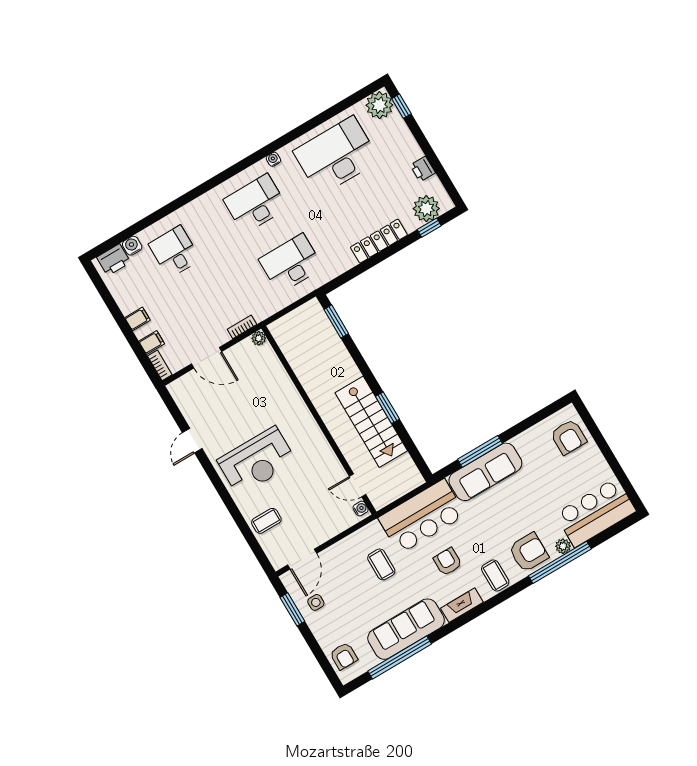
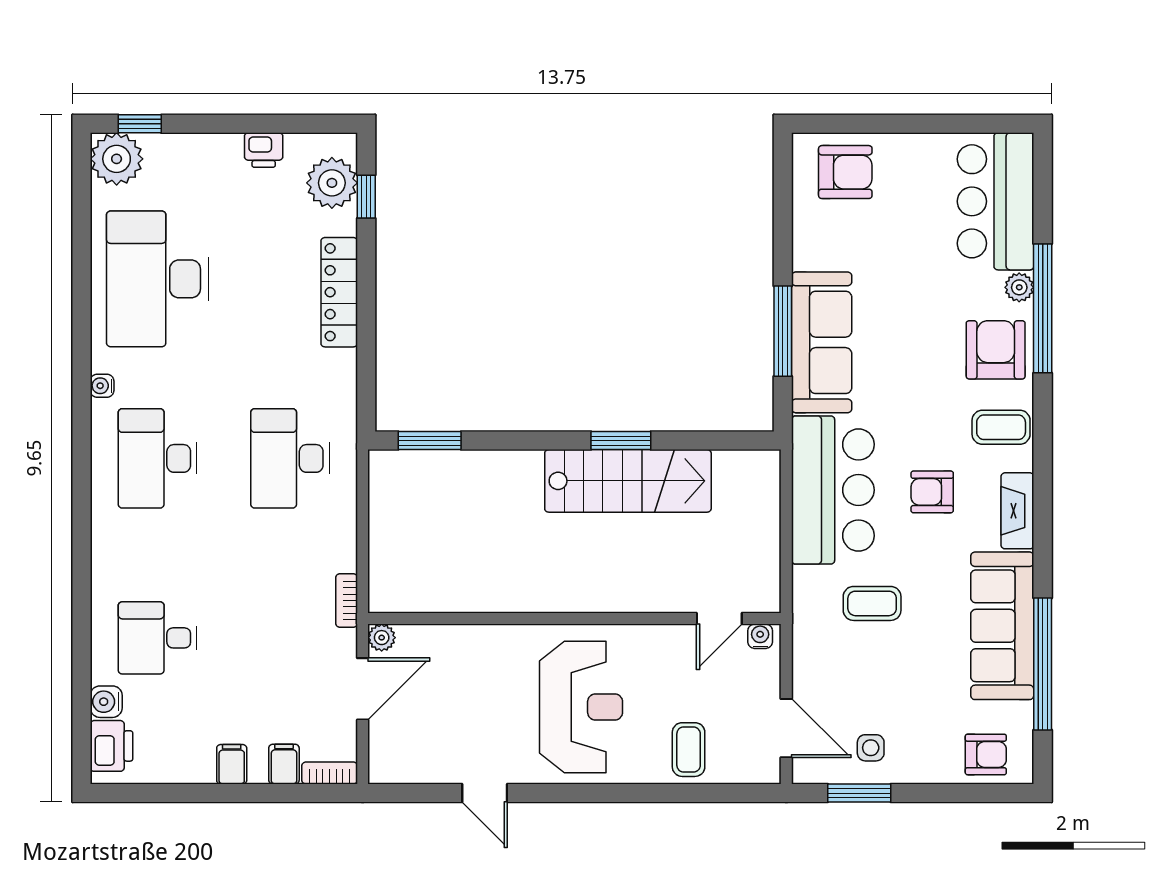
plant: (259, 338) -> (382, 638), moved
wall: (319, 420) -> (574, 619), moved
door: (358, 485) -> (719, 619), moved
water cooler: (361, 508) -> (760, 636), moved

